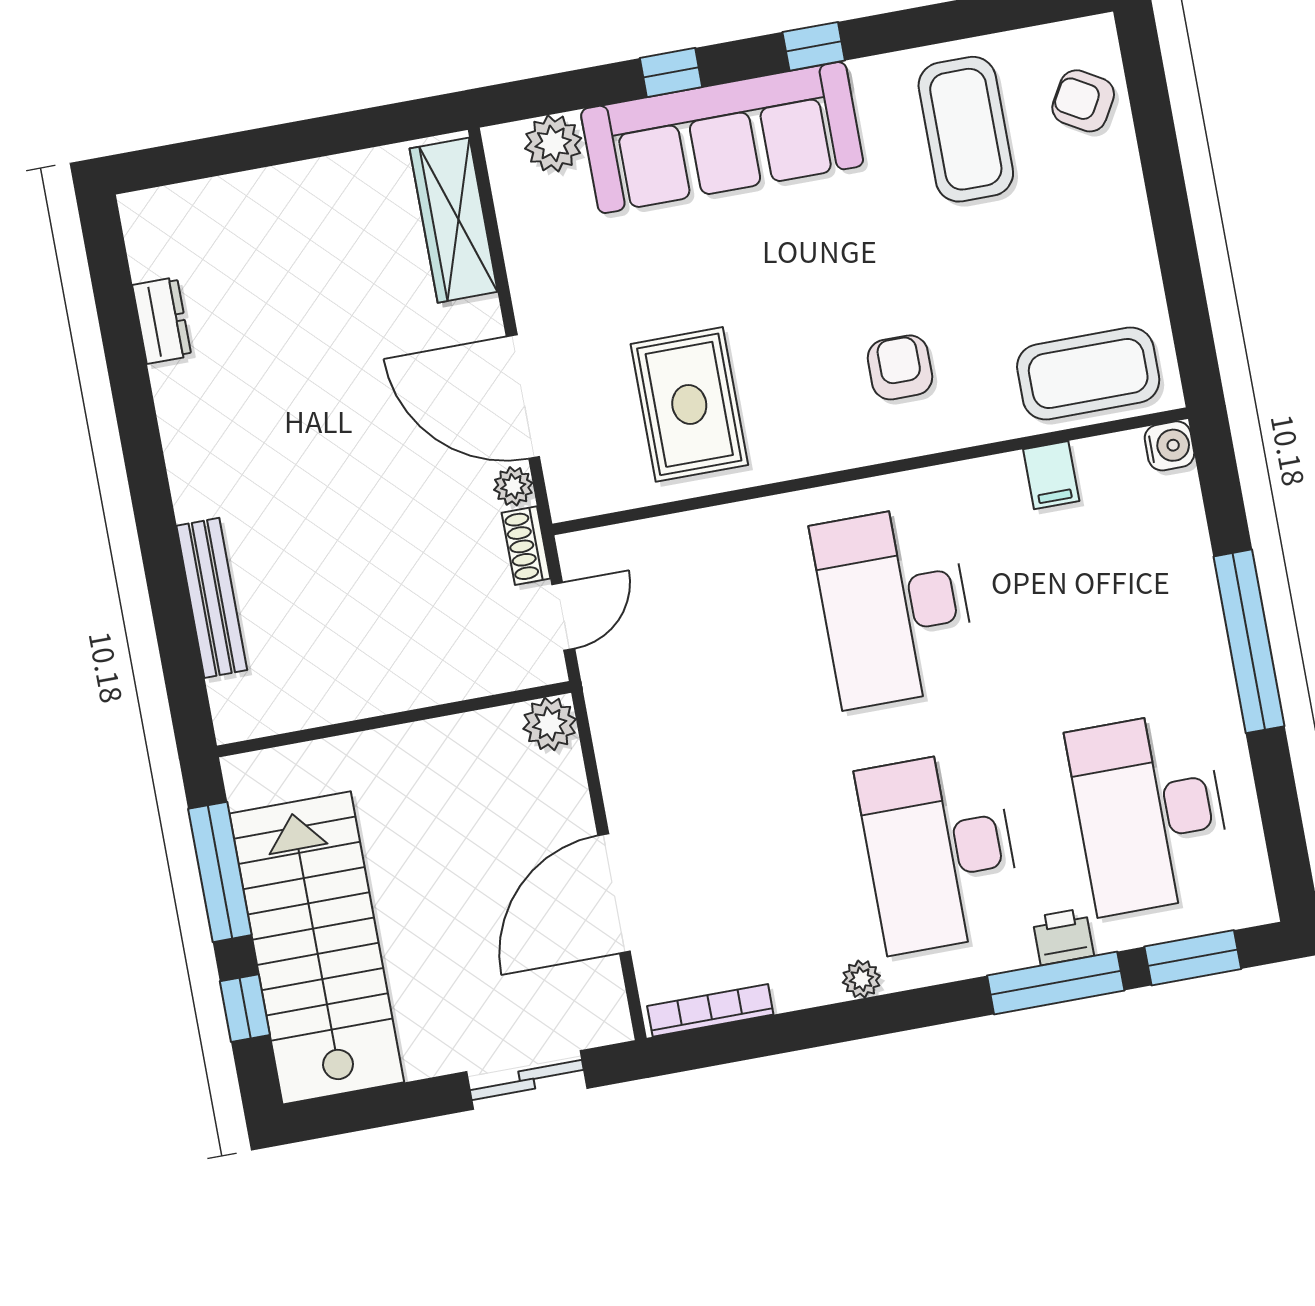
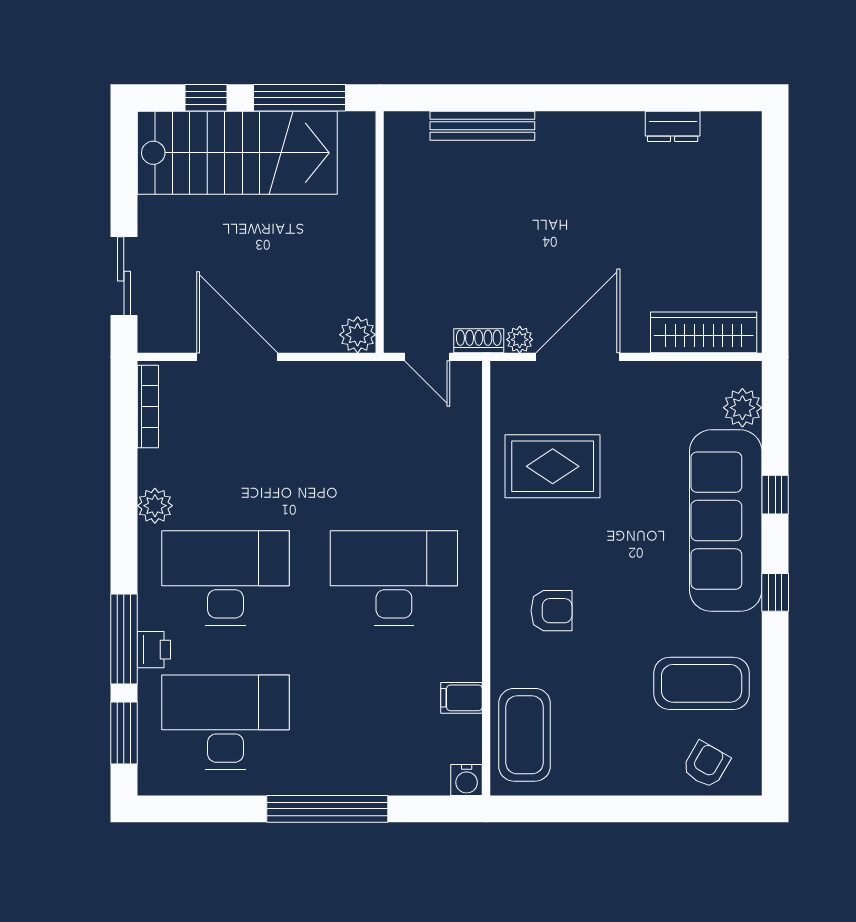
plant: (861, 979) -> (155, 506), width x1.38, depth x1.38

